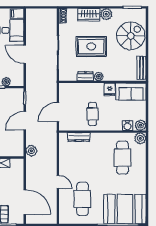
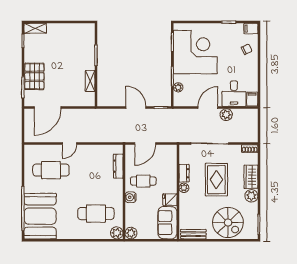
door: (58, 112) -> (145, 143), swing flipped
water cooler: (128, 126) -> (131, 197), moved
plant: (31, 151) -> (226, 115), moved

